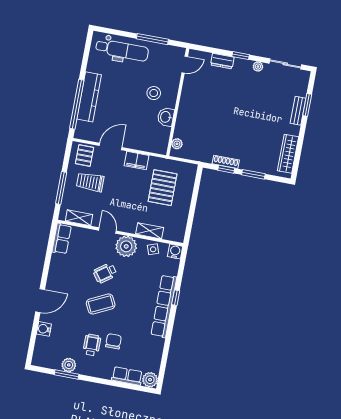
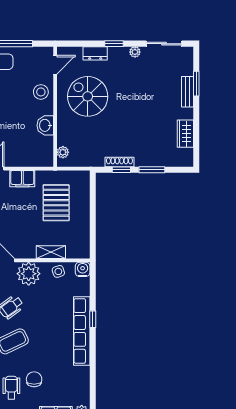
stool: (154, 93) -> (41, 92), moved
spiral stairs: (208, 98) -> (88, 96), added
wardrobe: (288, 154) -> (185, 134), width x0.67

